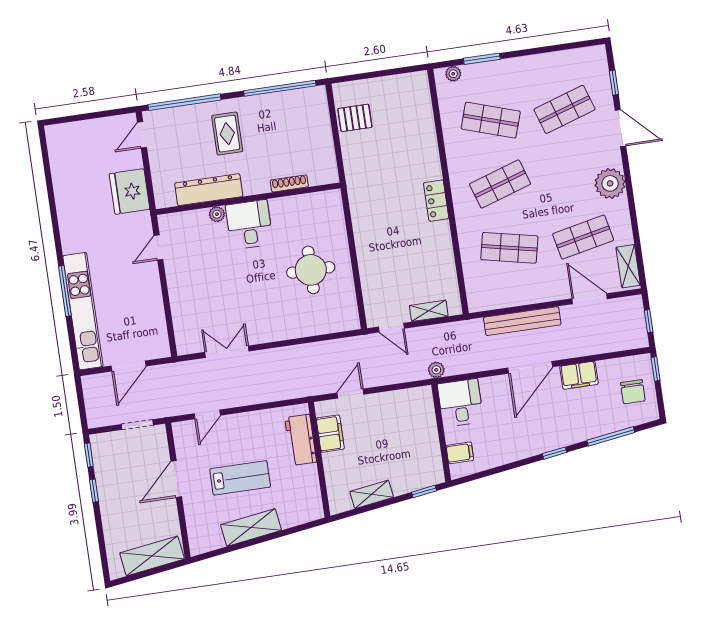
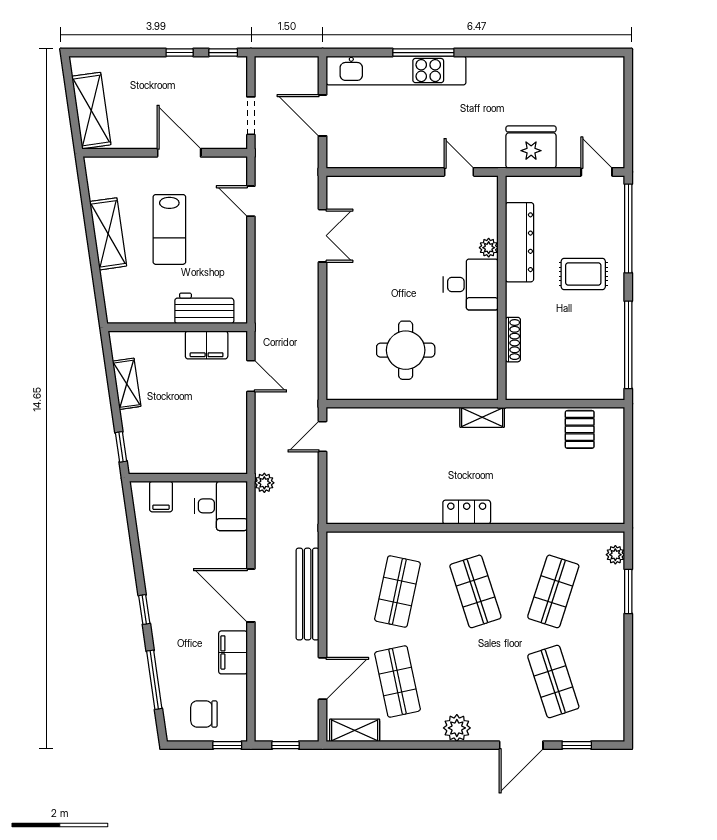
plant: (610, 183) -> (457, 728), width x0.73, depth x0.73
shelving: (429, 311) -> (482, 417), moved, turned 90

